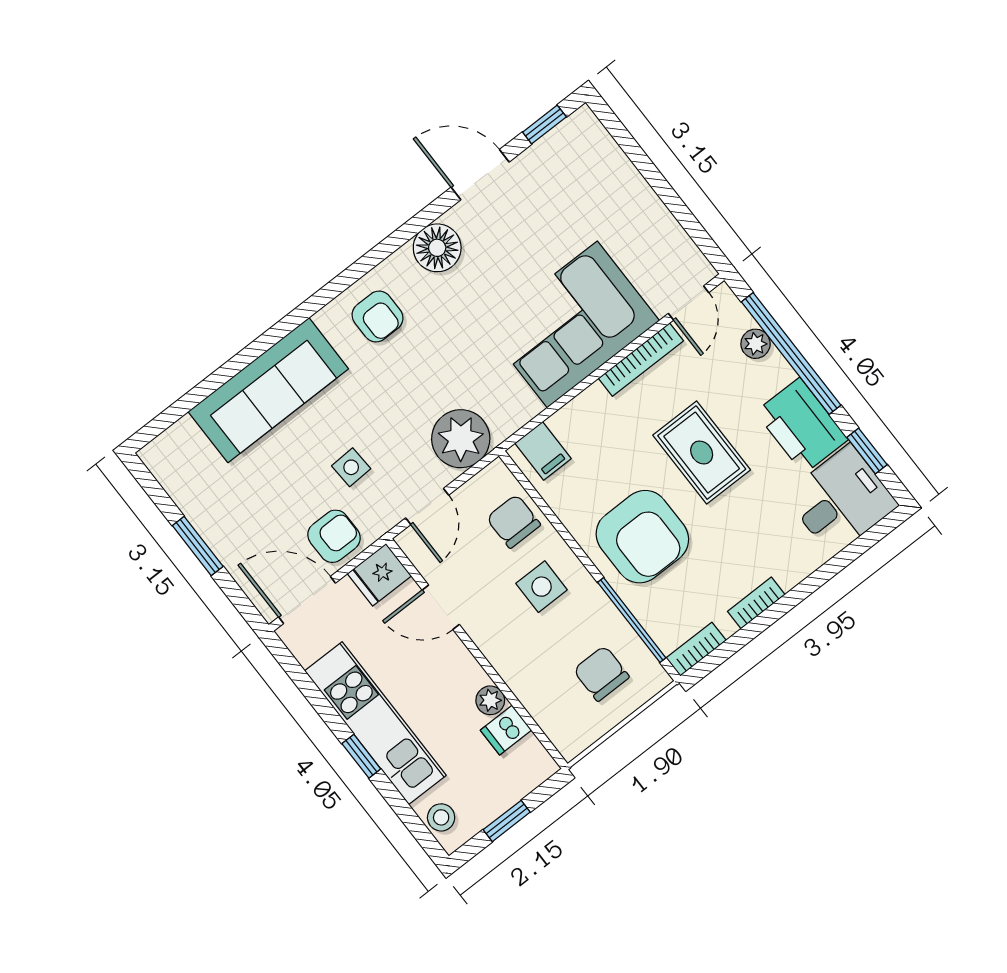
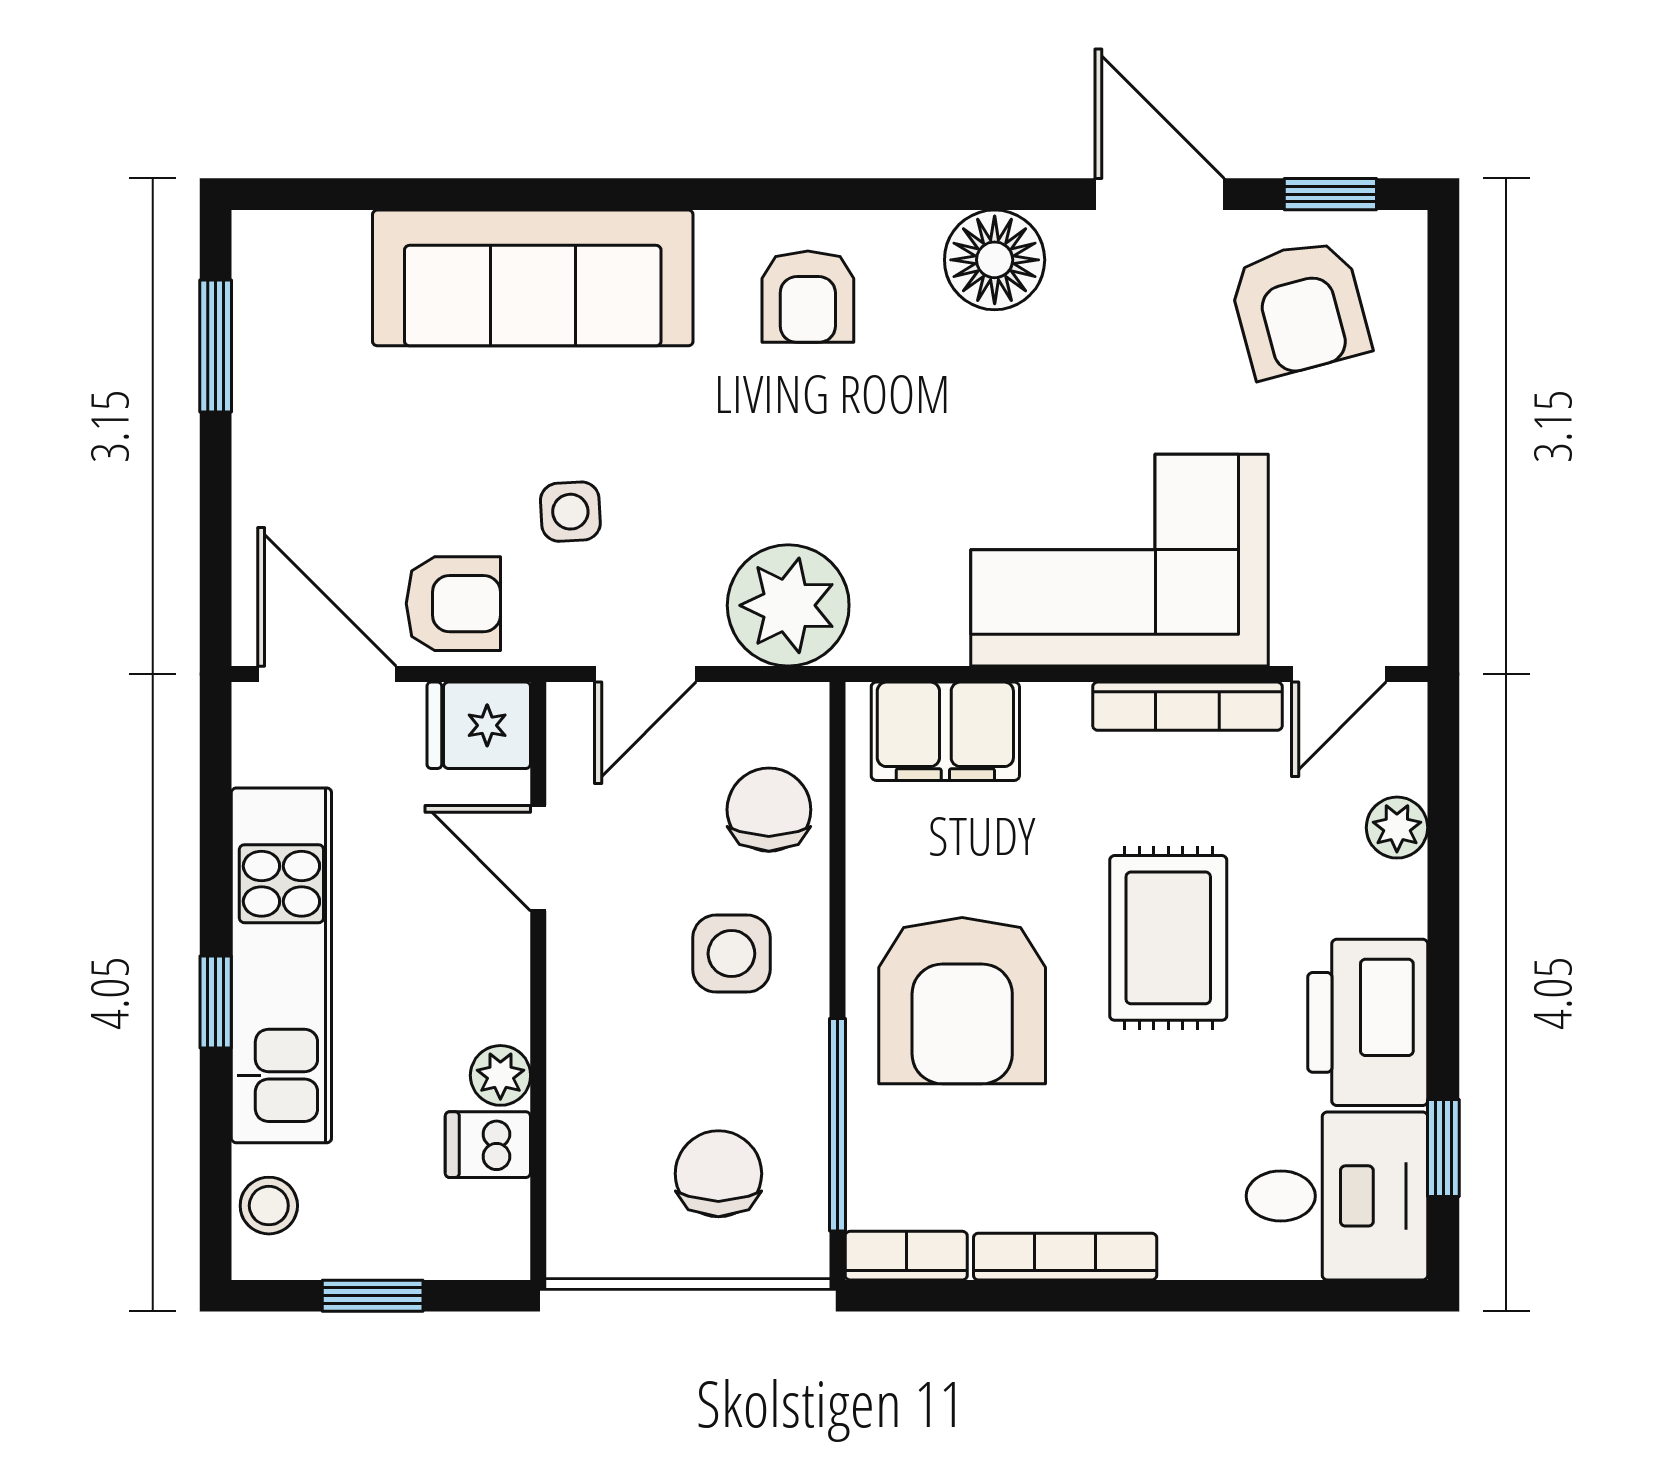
armchair: (566, 177) -> (1299, 308), added
window: (791, 353) -> (1443, 889), removed
filing cabinet: (543, 451) -> (945, 731), width x2.00
window: (198, 546) -> (216, 346), moved
bookcase: (756, 603) -> (1065, 1257), width x1.56

